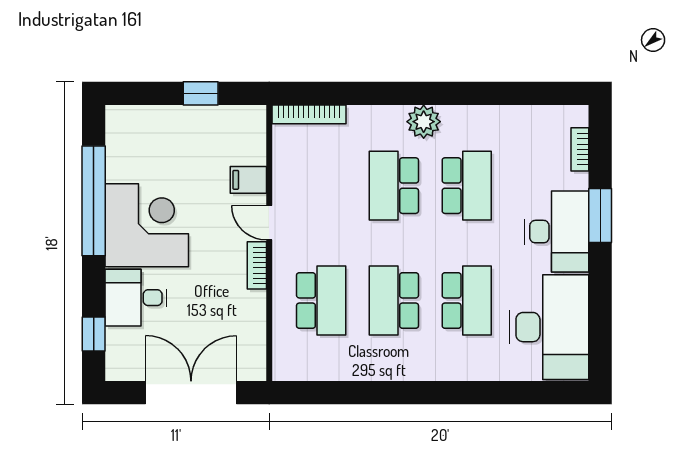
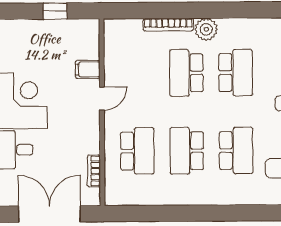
bookcase: (309, 114) -> (168, 25), moved
door: (269, 223) -> (102, 98), swing flipped
bookcase: (257, 265) -> (94, 171), moved

